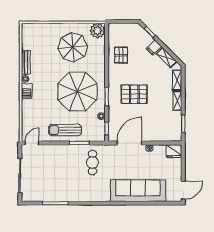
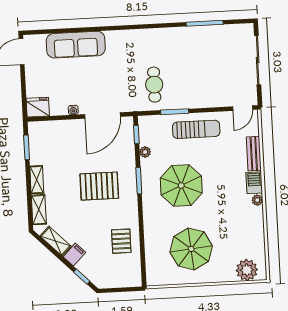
plant: (98, 31) -> (247, 270), moved
bench: (26, 62) -> (254, 154), moved
parasol: (77, 92) -> (181, 185), width x0.73, depth x0.73
sofa: (138, 191) -> (76, 45), width x0.74, depth x0.79

